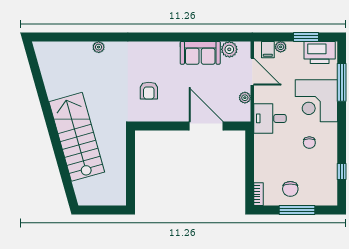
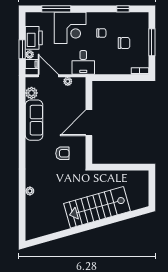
window: (306, 37) -> (22, 49), moved
printer: (320, 52) -> (34, 38), moved
sofa: (200, 53) -> (34, 120), width x1.36
door: (252, 72) -> (48, 76), hinge flipped
door: (206, 126) -> (89, 123), moved
chair: (290, 189) -> (124, 43), moved

